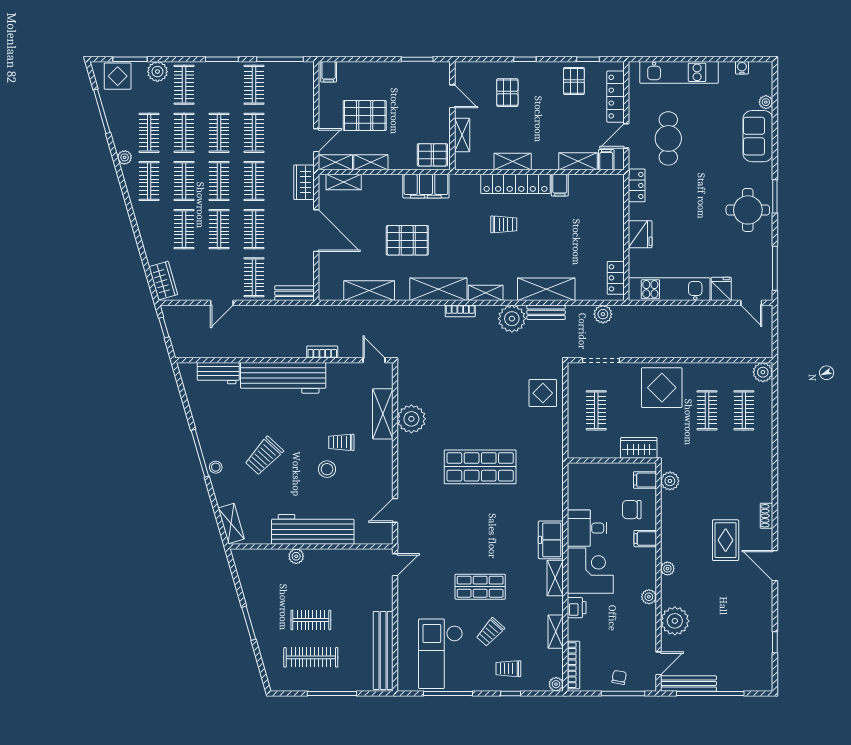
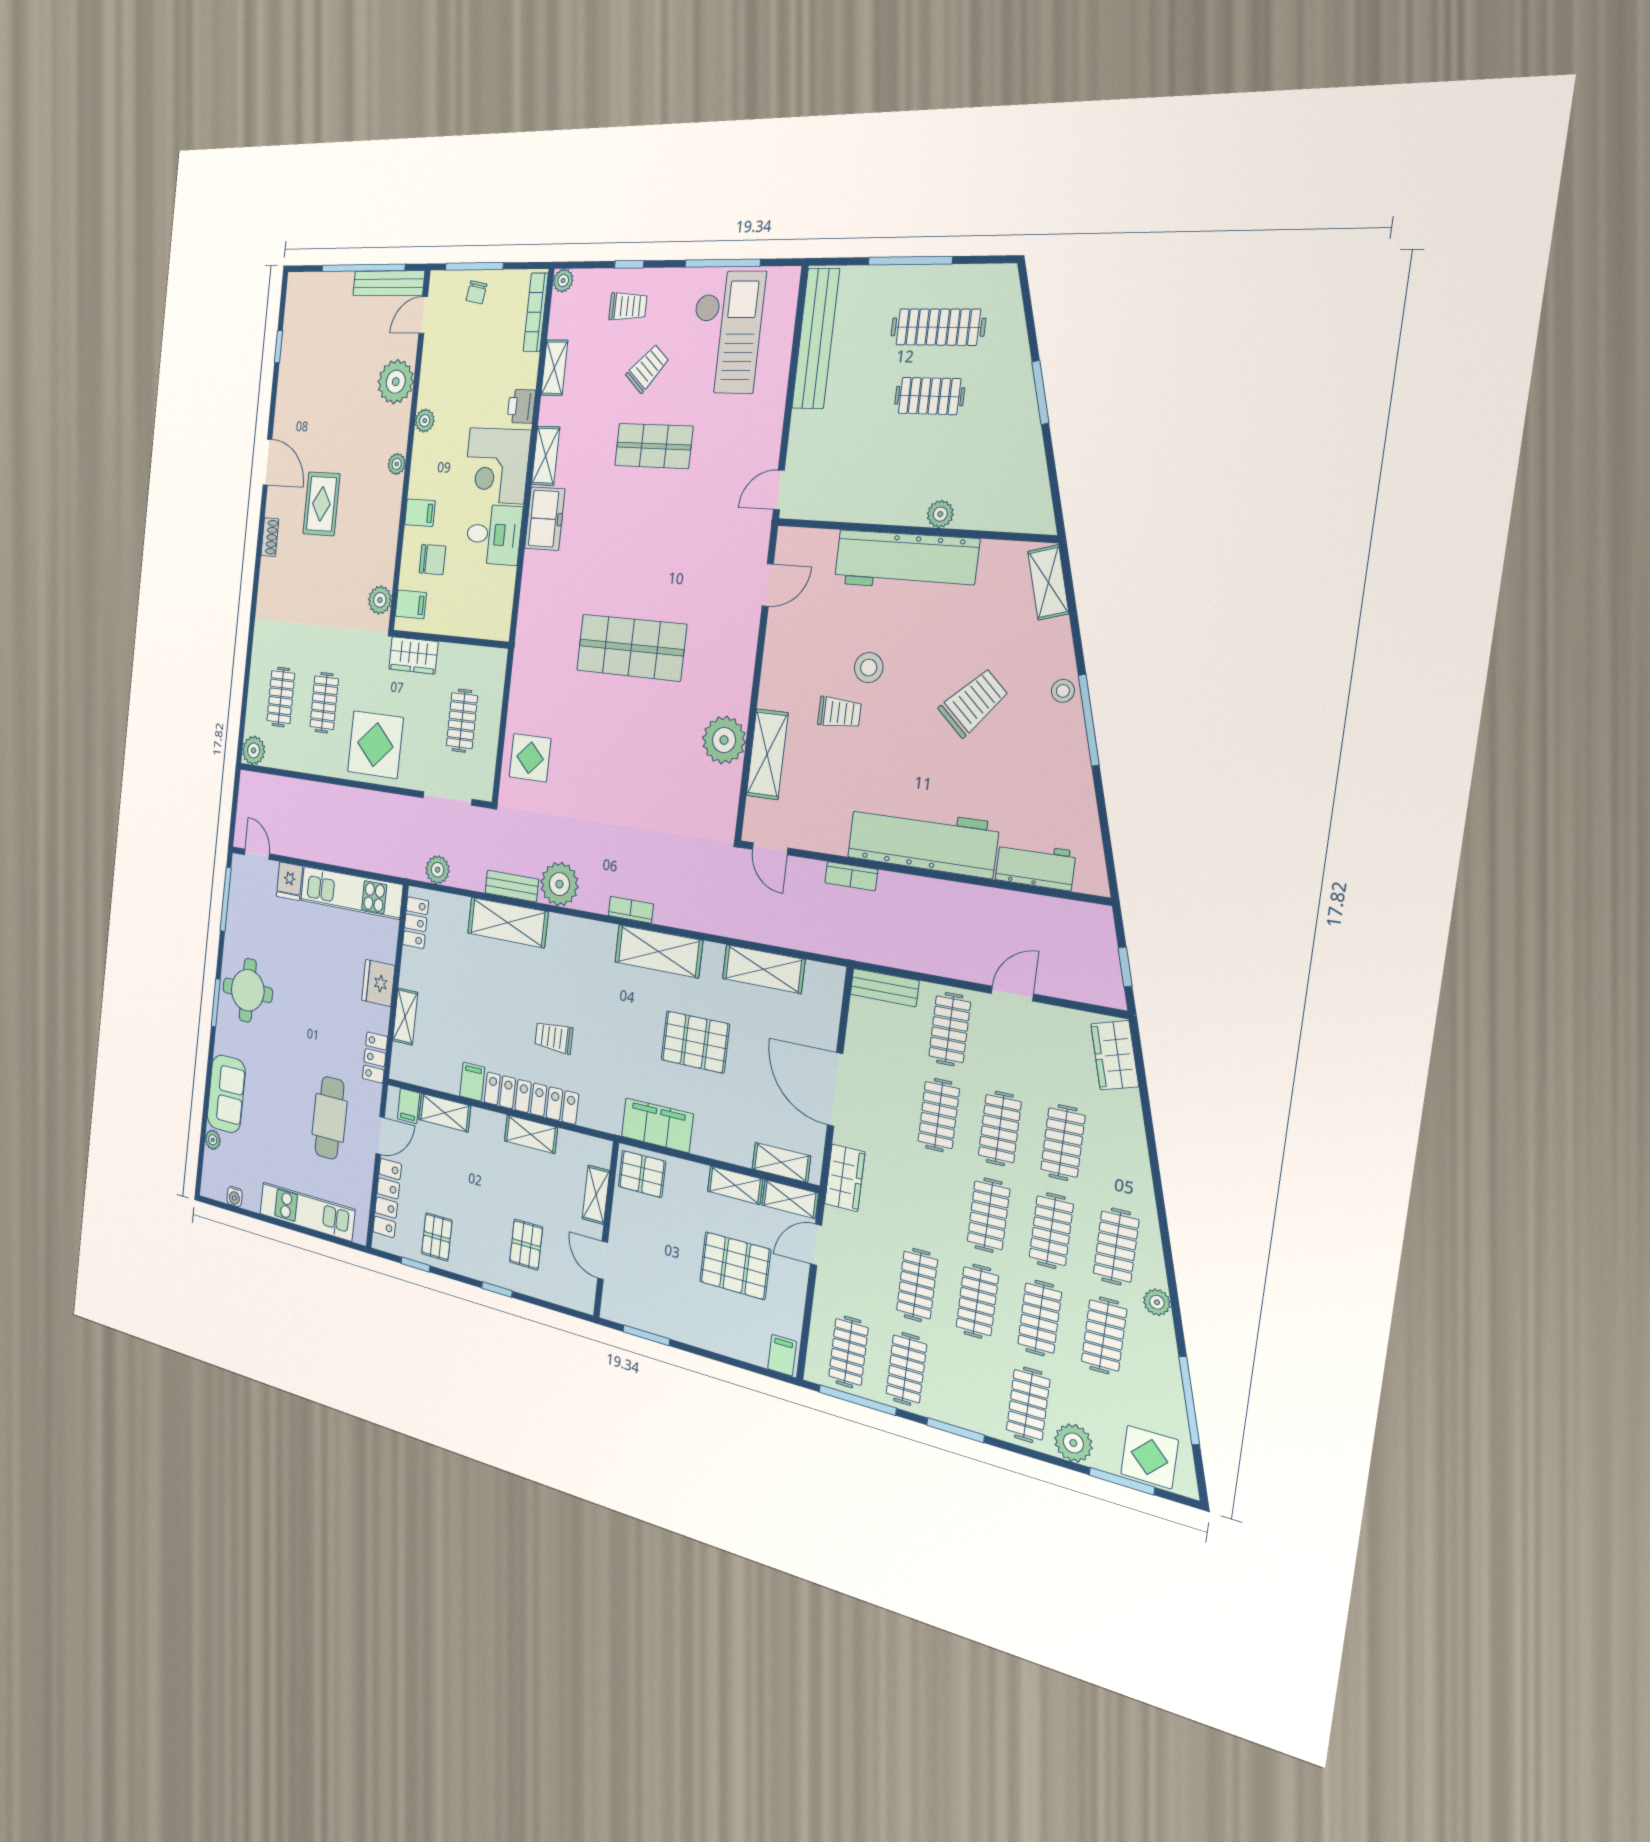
clothes rail: (254, 181) -> (848, 1352), moved
shelving: (486, 293) -> (405, 1017), moved, turned 90

